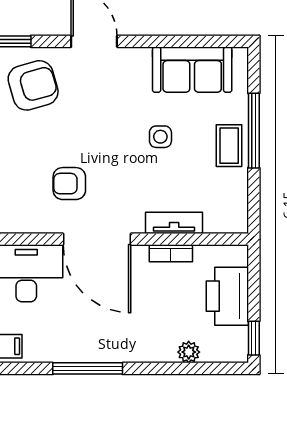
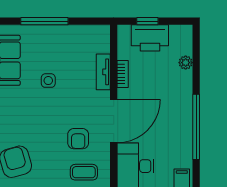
coffee table: (229, 146) -> (84, 172), moved
window: (254, 338) -> (147, 21), moved
window: (88, 368) -> (196, 127), width x1.46

